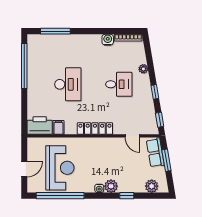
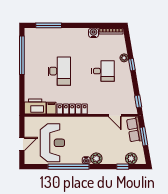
window: (155, 92) -> (132, 65), moved
locker: (95, 128) -> (72, 109), moved
window: (60, 196) -> (69, 167), moved
window: (127, 196) -> (123, 167), moved

